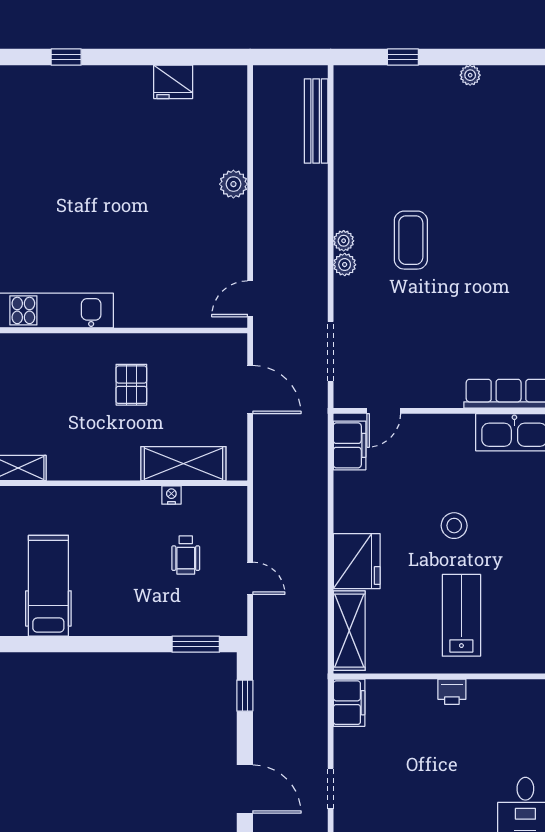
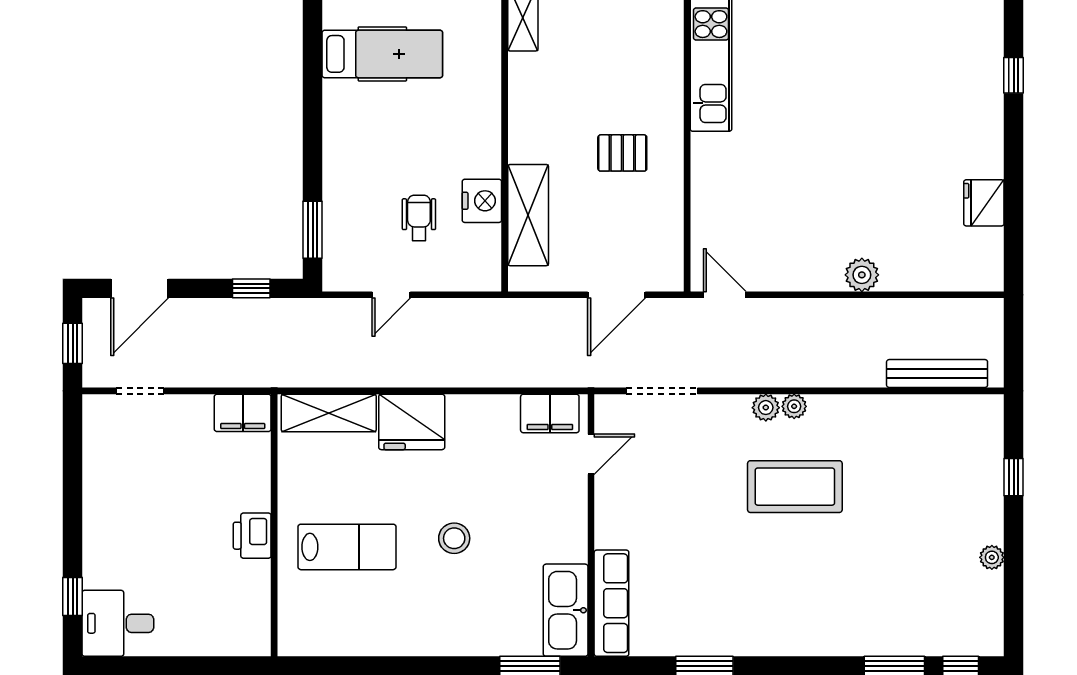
coffee table: (411, 240) -> (795, 487), width x1.36, depth x1.32
door: (384, 411) -> (591, 454), swing flipped
nightstand: (171, 495) -> (482, 201), width x1.89, depth x1.79
wheelchair: (186, 555) -> (419, 218), turned 90
printer: (452, 692) -> (252, 536), width x1.36, depth x1.24

